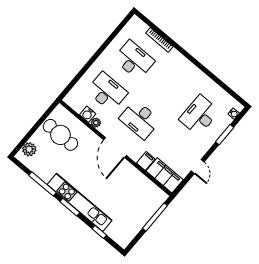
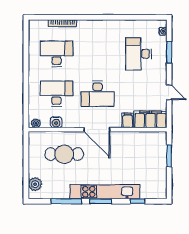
plant: (96, 123) -> (36, 123), moved
cafe table: (60, 135) -> (64, 154), moved
window: (155, 217) -> (169, 156), width x0.69

